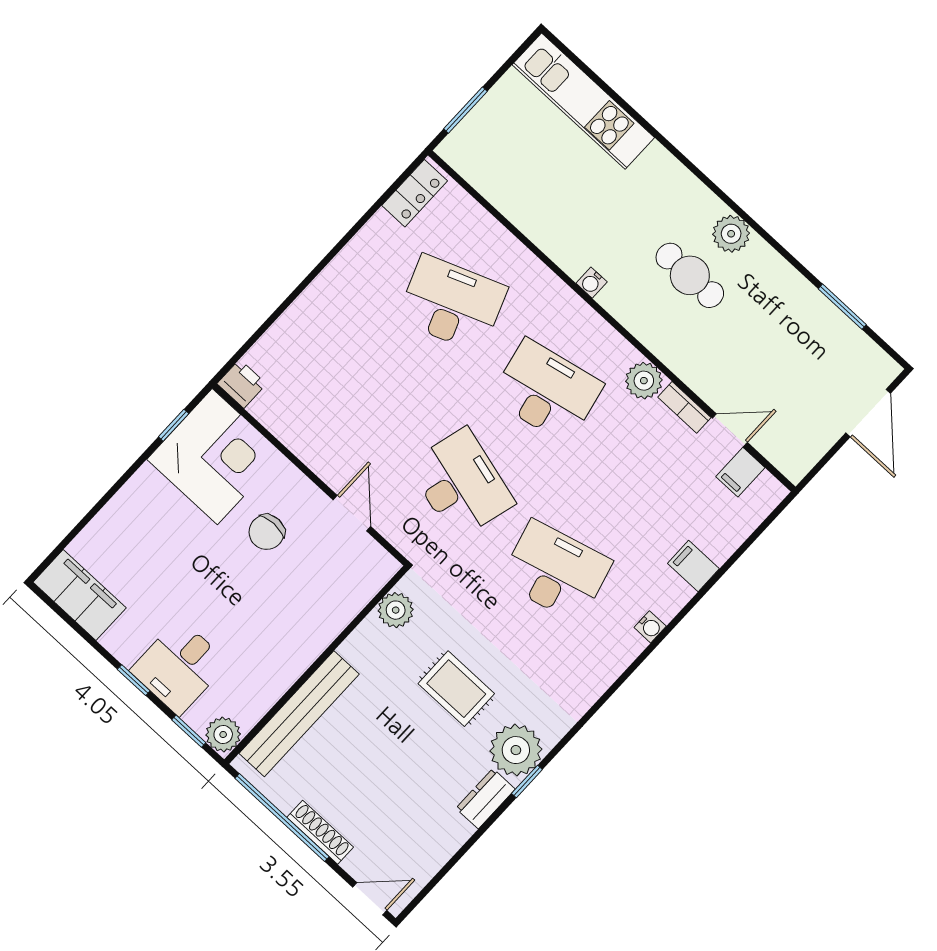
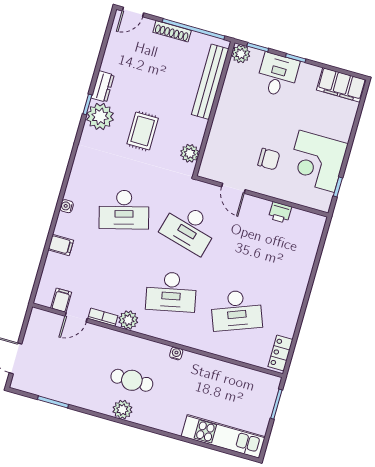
printer: (242, 384) -> (280, 212), moved
corner desk: (215, 457) -> (317, 161), moved
chair: (267, 532) -> (269, 159), turned 90
rug: (456, 689) -> (143, 131), turned 90

